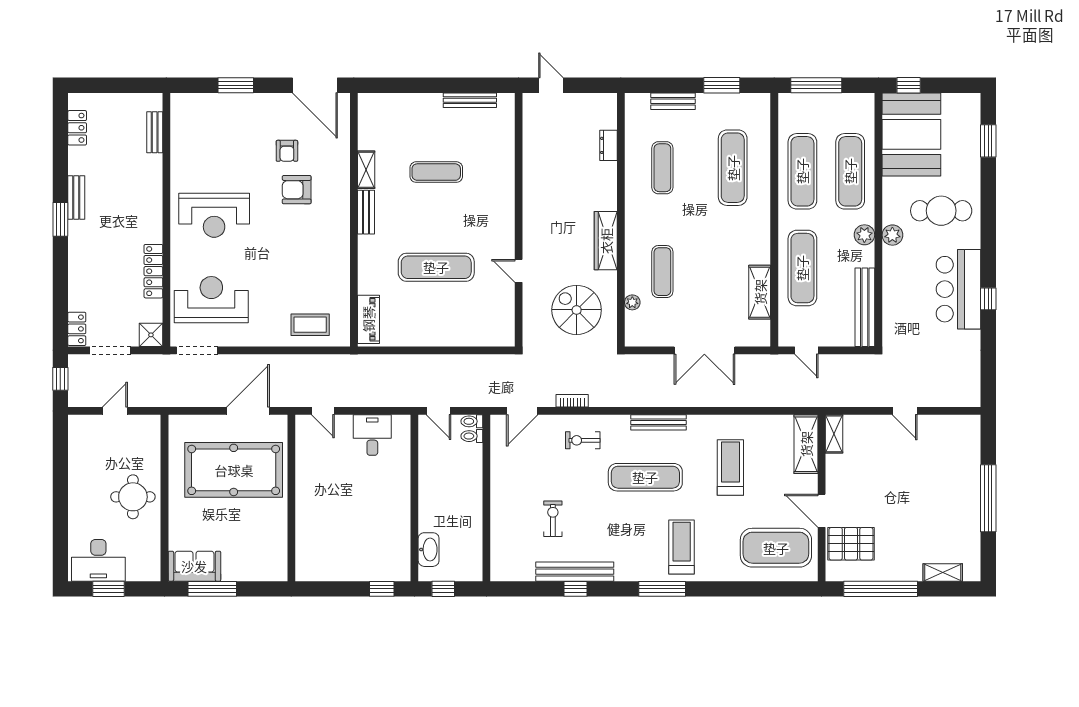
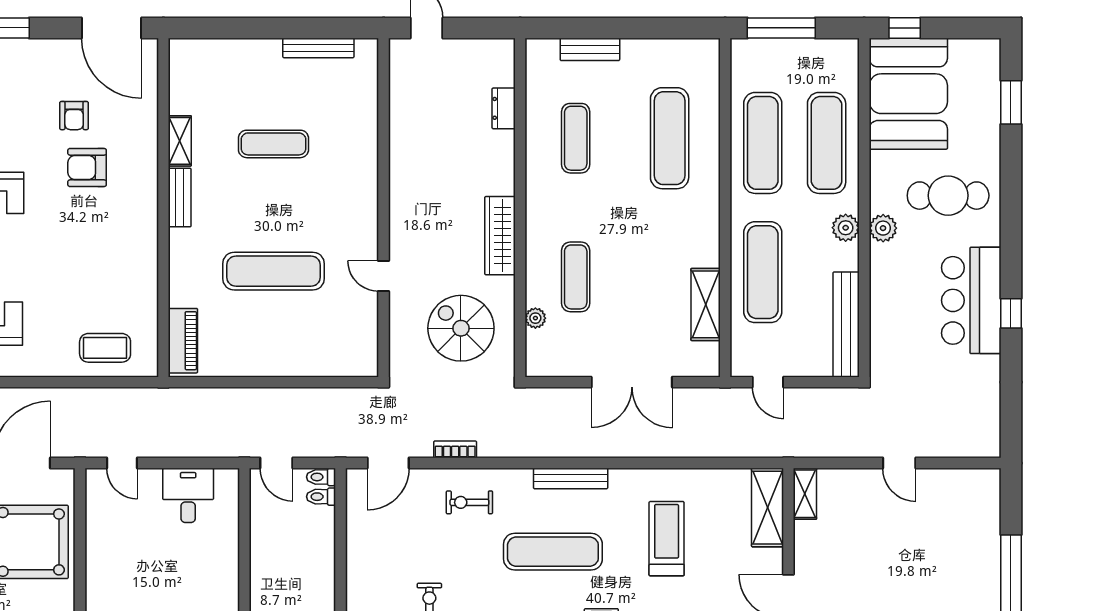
window: (722, 85) -> (655, 28), removed

